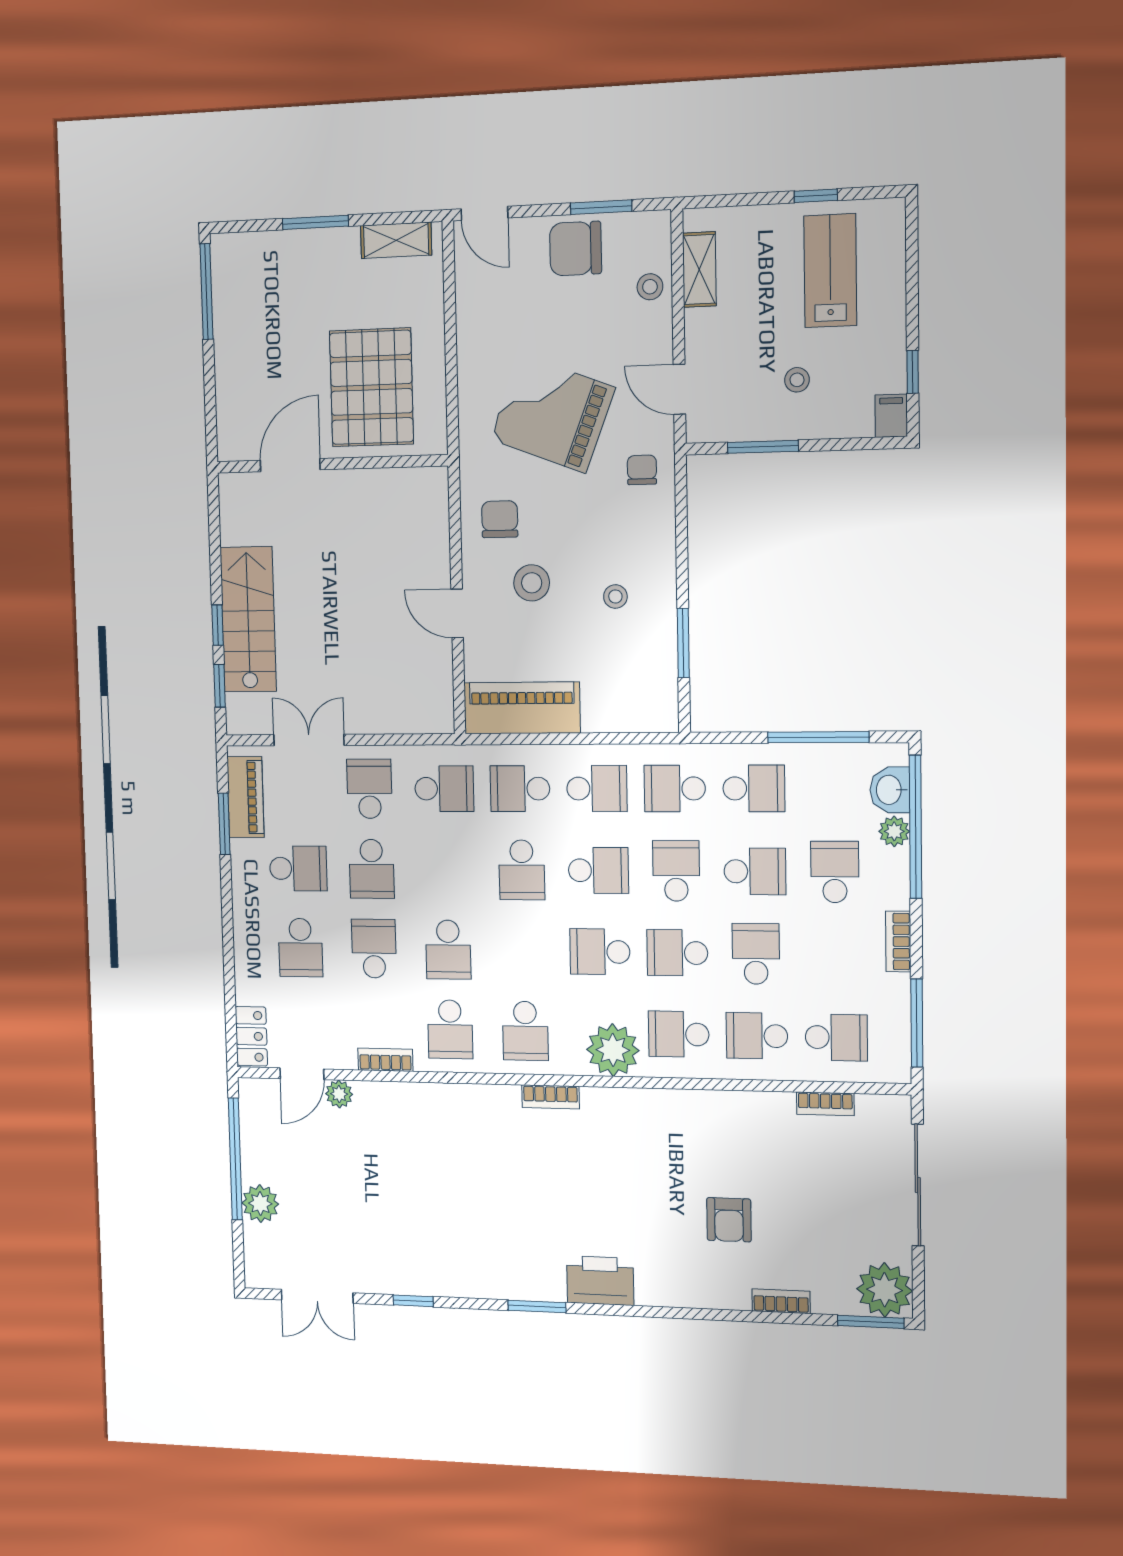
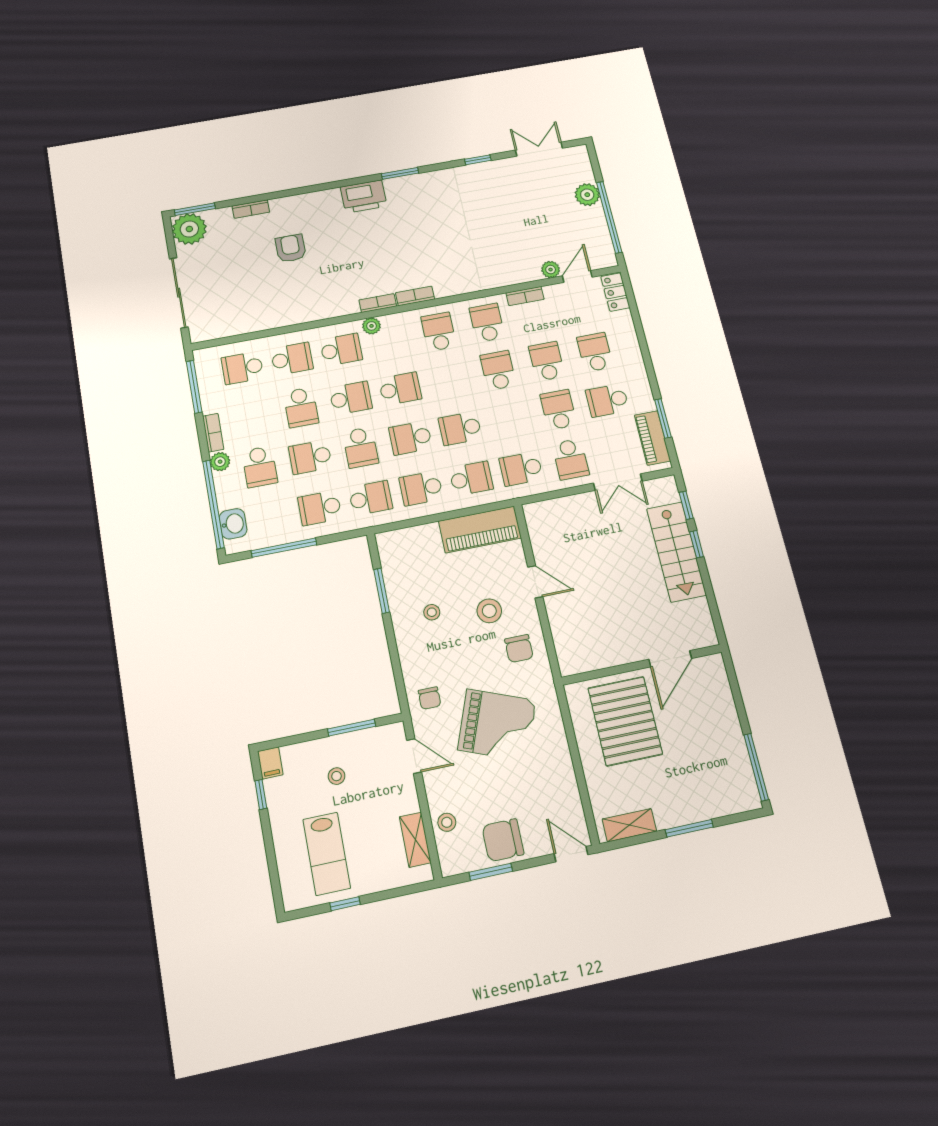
chair: (576, 249) -> (503, 840), turned 180
plant: (894, 831) -> (220, 462), moved
school desk: (522, 870) -> (460, 428), turned -90
school desk: (374, 949) -> (547, 361), turned 180
plant: (613, 1050) -> (372, 326), width x0.53, depth x0.53
bookcase: (825, 1104) -> (378, 303), moved

